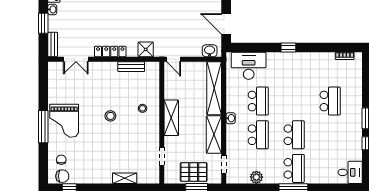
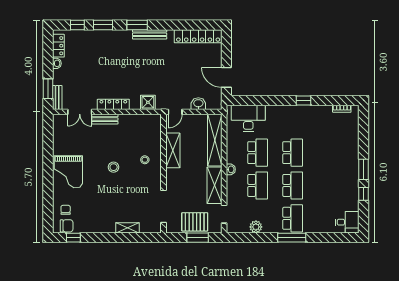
window: (43, 23) -> (48, 89), moved
window: (288, 48) -> (304, 100), moved
washbasin: (210, 51) -> (198, 104), moved
door: (174, 59) -> (175, 112), hinge flipped
bench: (131, 67) -> (105, 119), moved
school desk: (330, 101) -> (293, 153), moved
shelving: (171, 118) -> (173, 150), moved
window: (43, 127) -> (48, 178), removed
doorway: (162, 156) -> (163, 206), width x1.88

